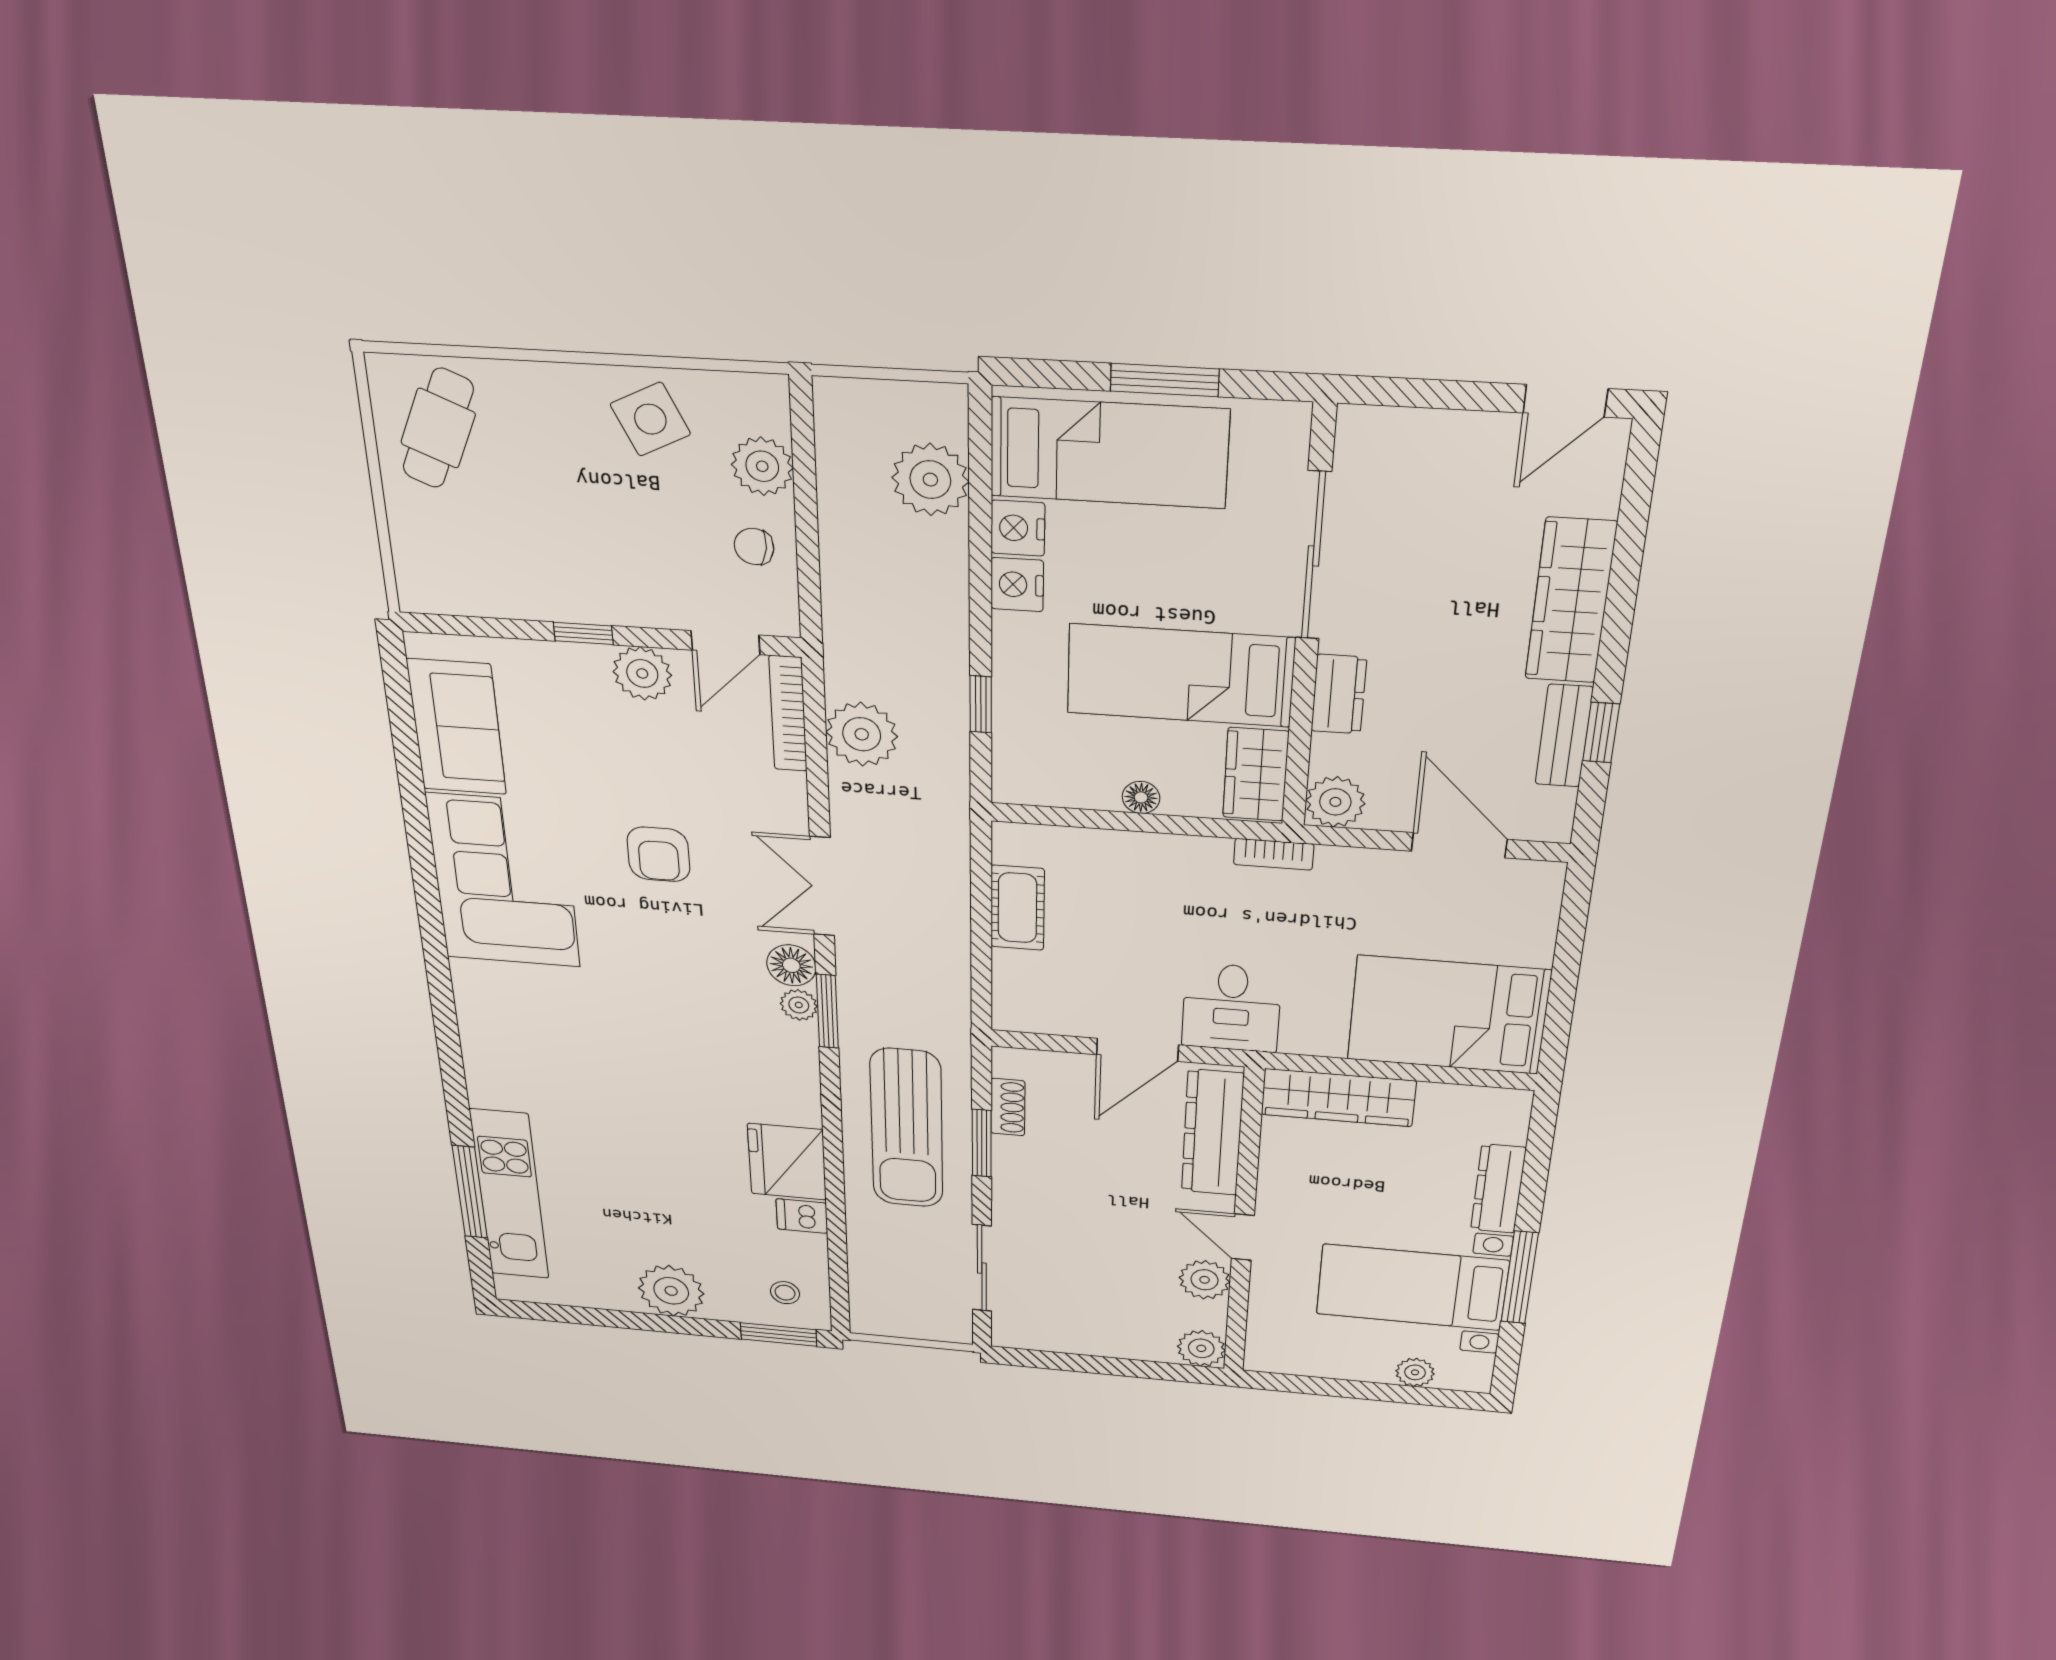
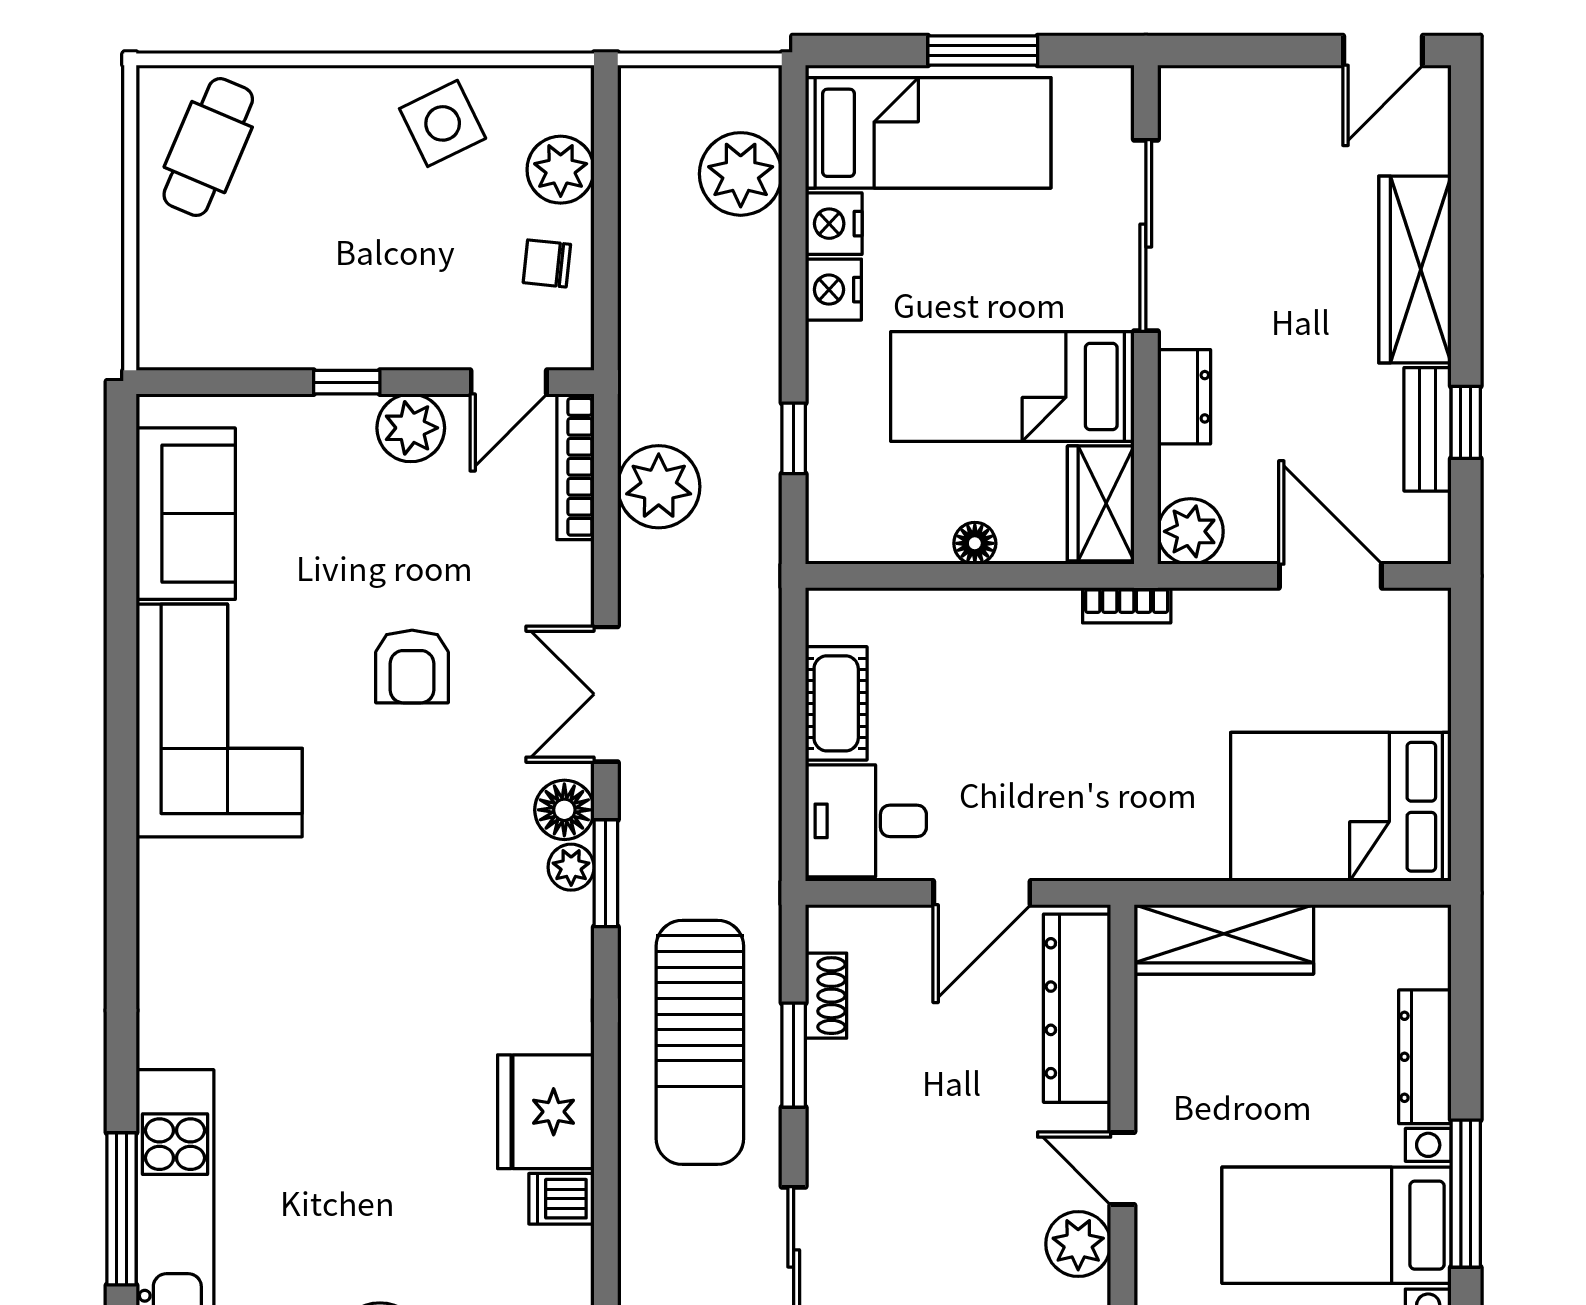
desk: (1231, 1008) -> (866, 821), moved, turned 90

